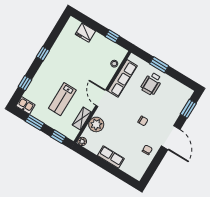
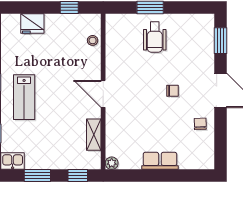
row of seats: (123, 78) -> (114, 53), removed
lab bench: (62, 99) -> (24, 97), moved
plant: (96, 124) -> (116, 131), removed

